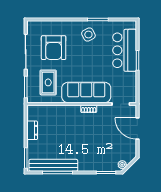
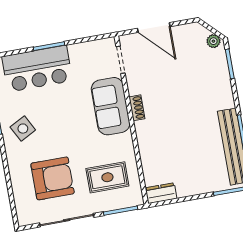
sofa: (86, 92) -> (111, 106), width x0.73
door: (137, 129) -> (154, 28), hinge flipped
dresser: (32, 130) -> (161, 193), moved

